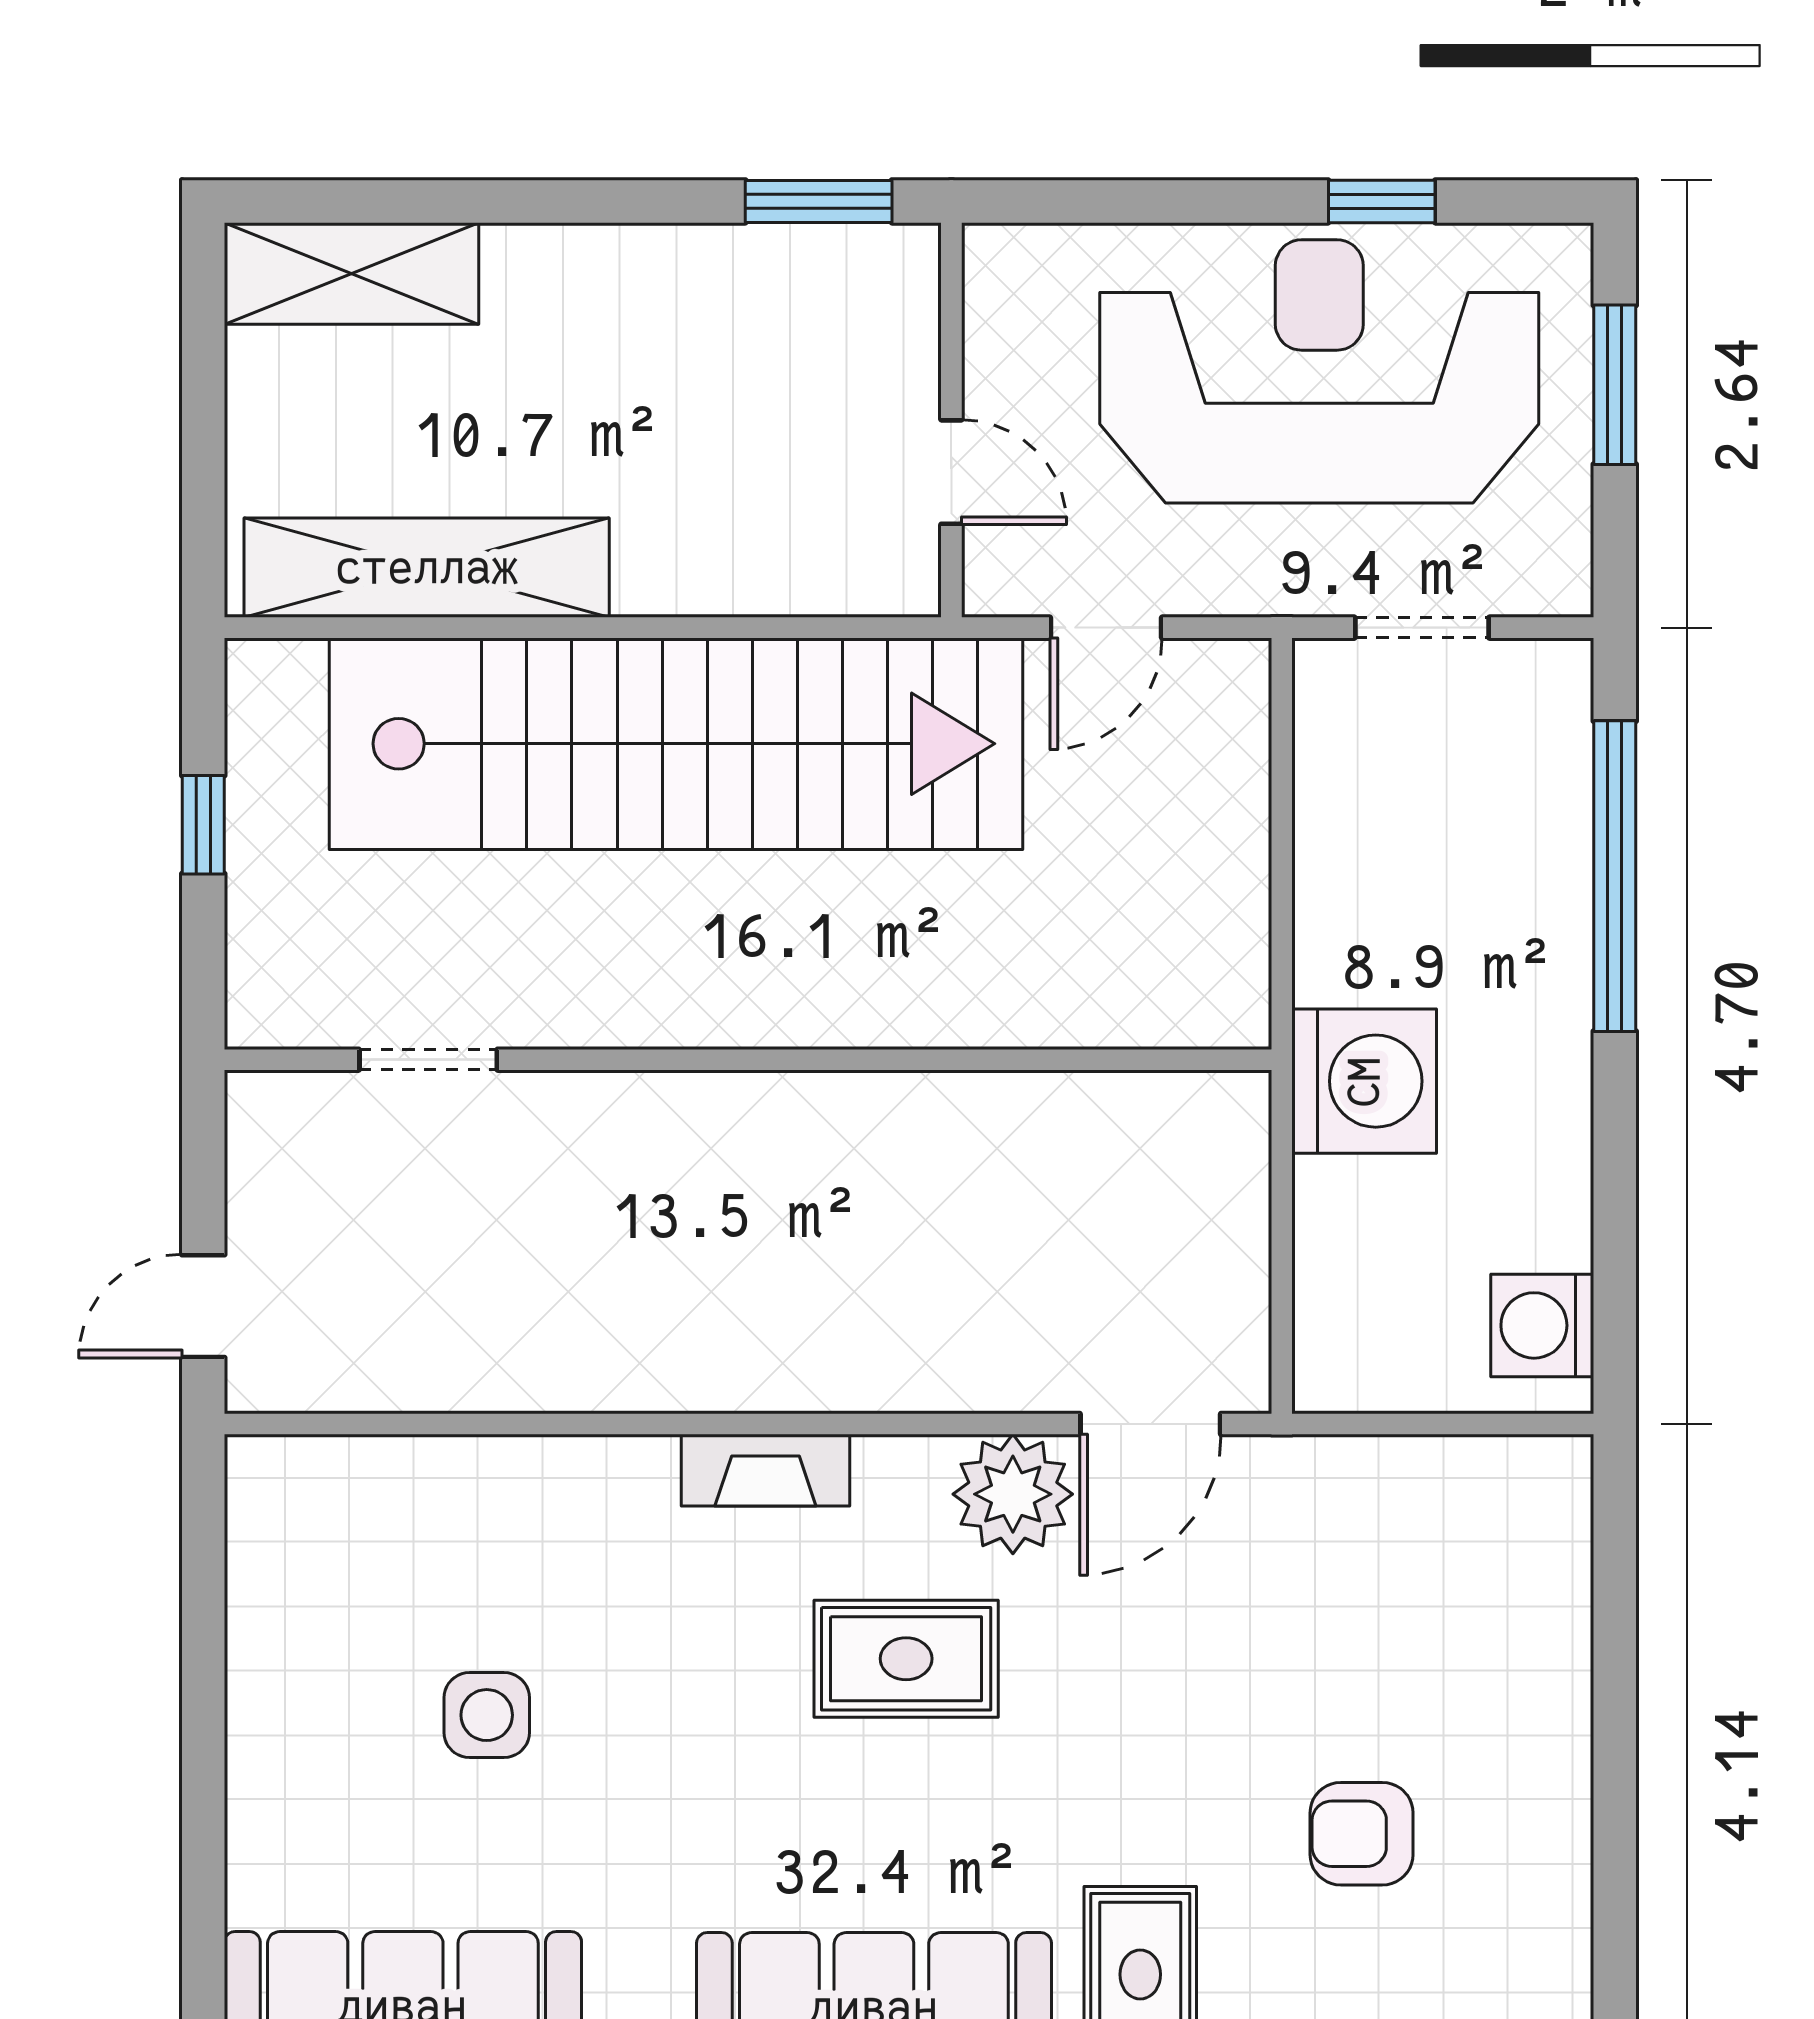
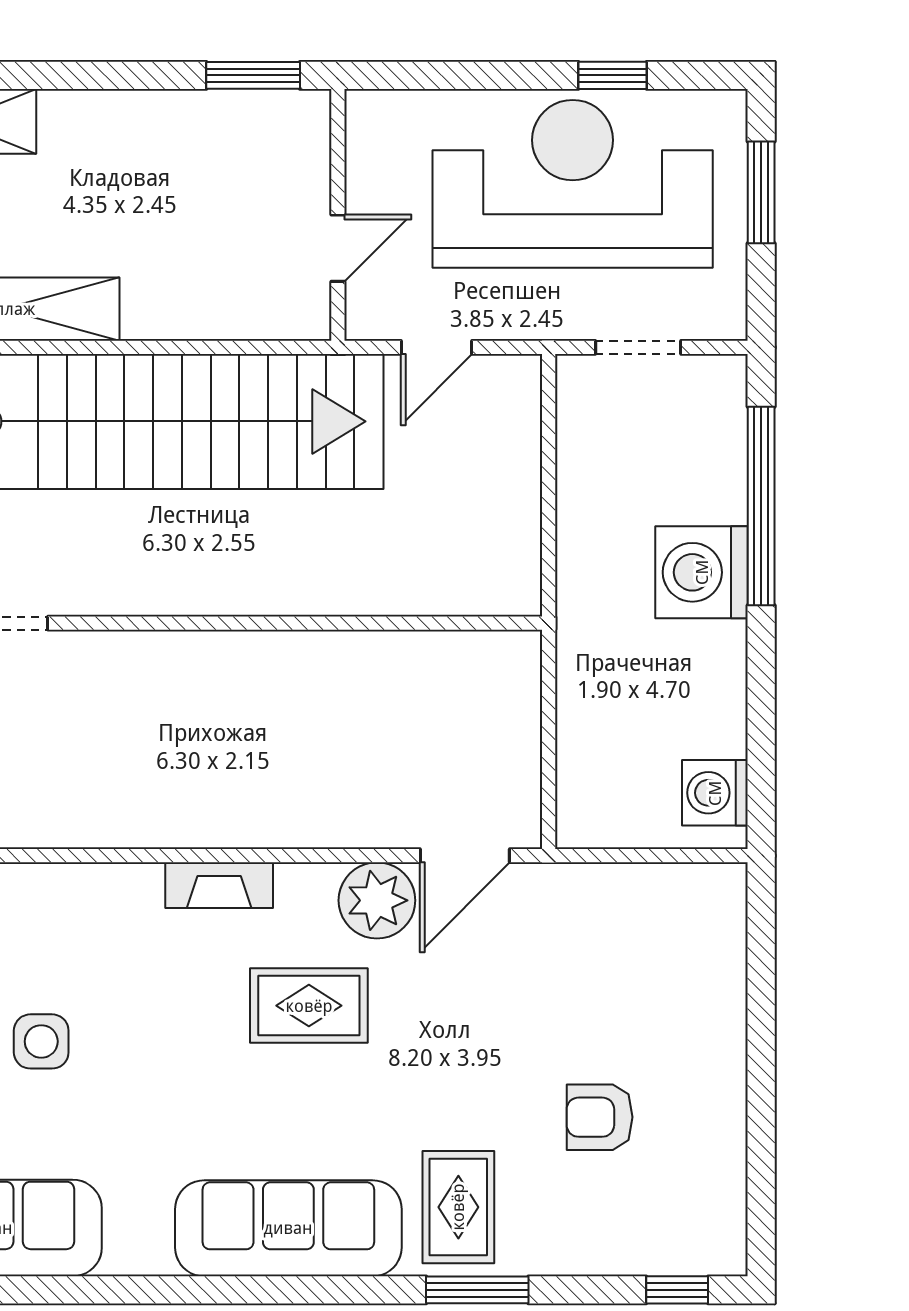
door: (951, 472) -> (338, 248), hinge flipped
washing machine: (1364, 1081) -> (702, 572), moved, turned 180

